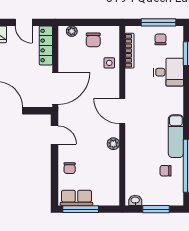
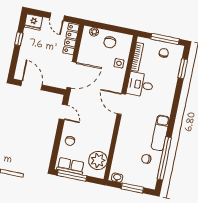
desk: (168, 72) -> (140, 85), moved, turned 180
plant: (113, 144) -> (98, 160), moved, width x1.87, depth x1.87

